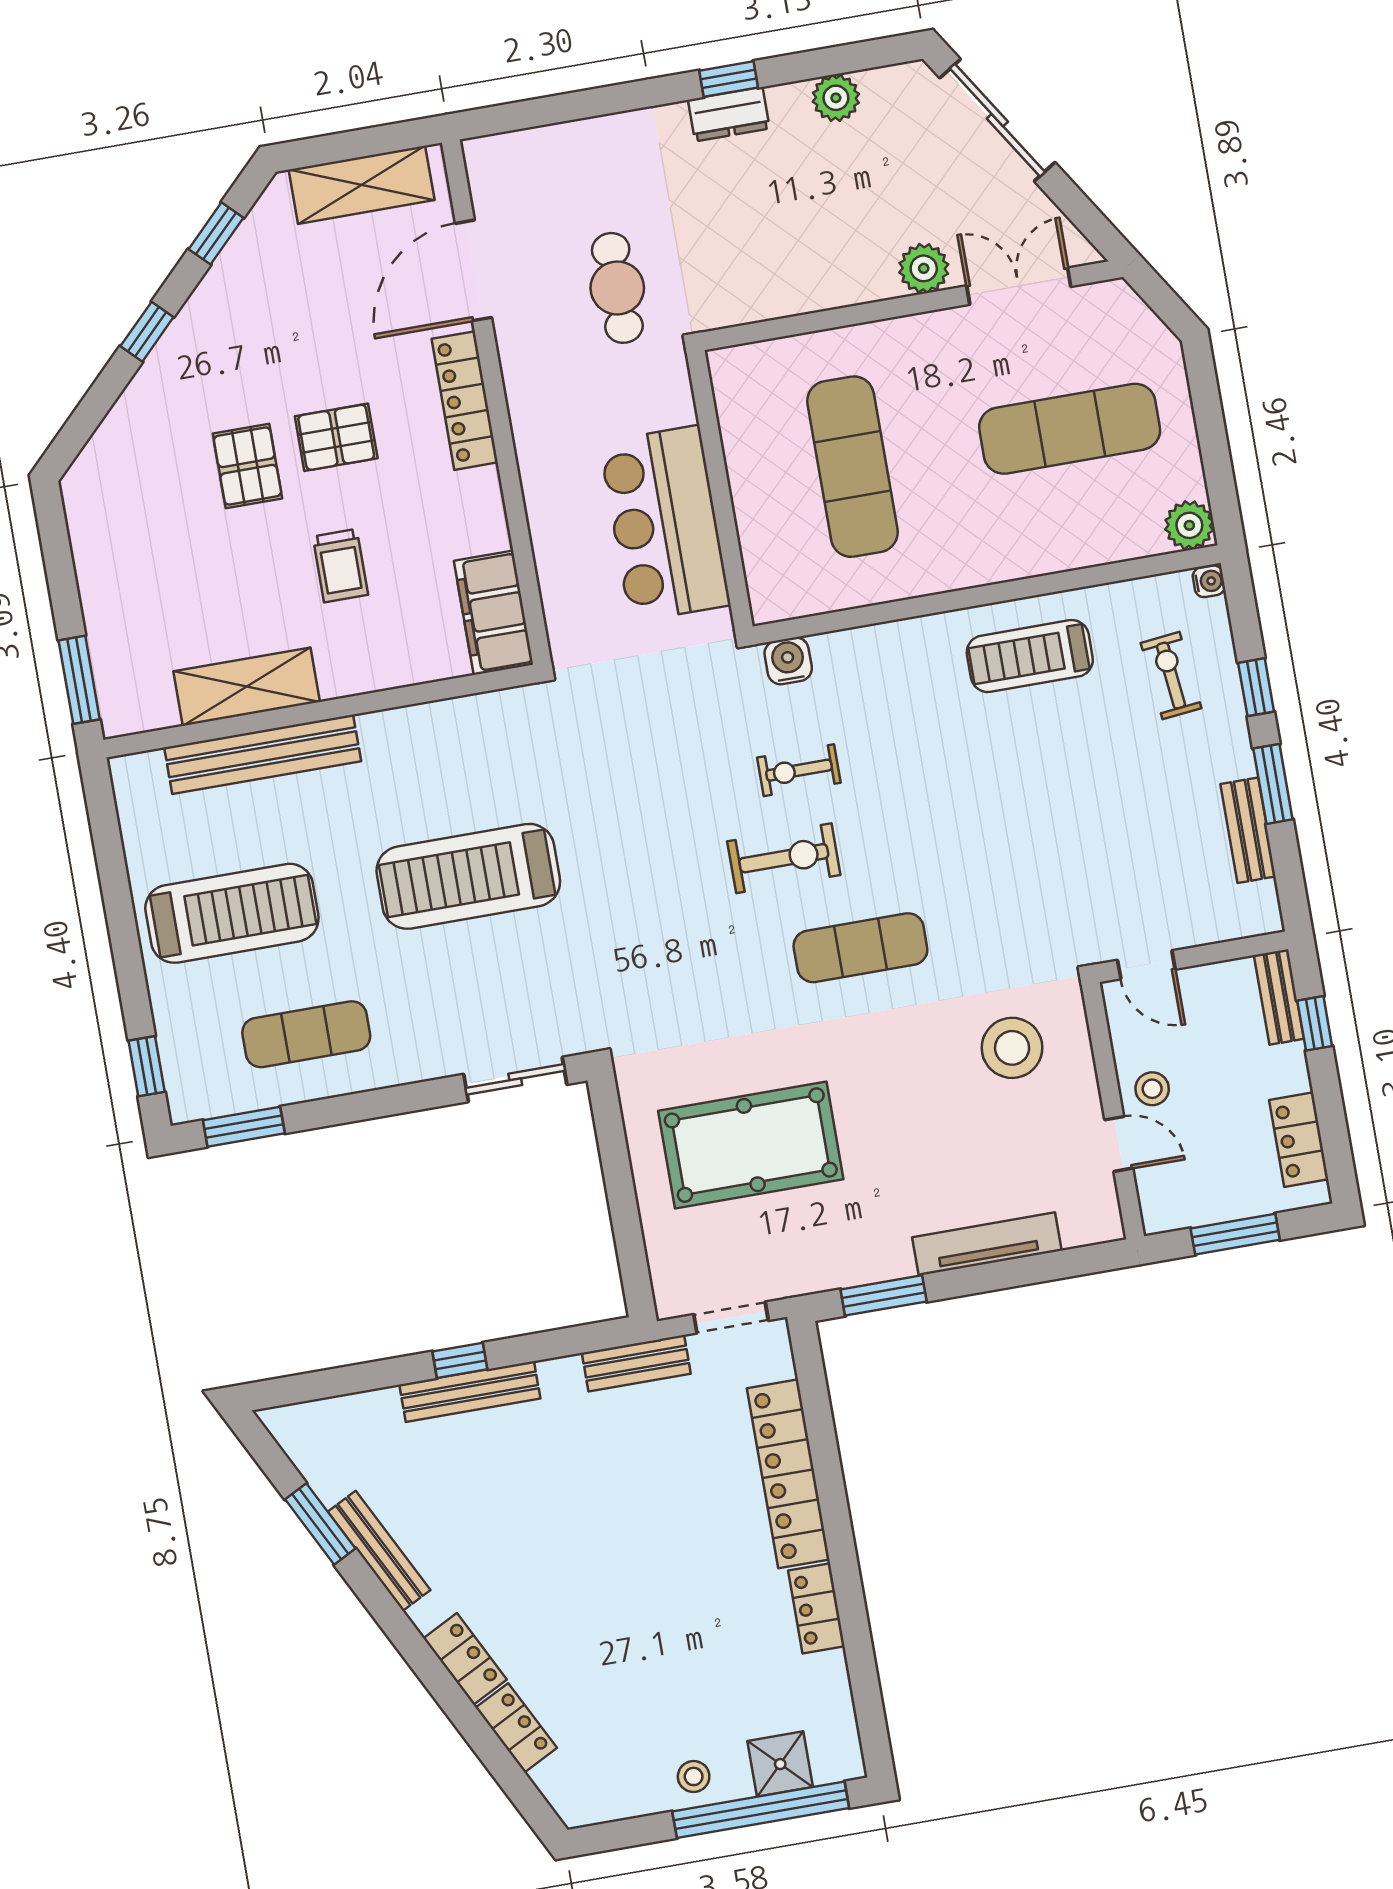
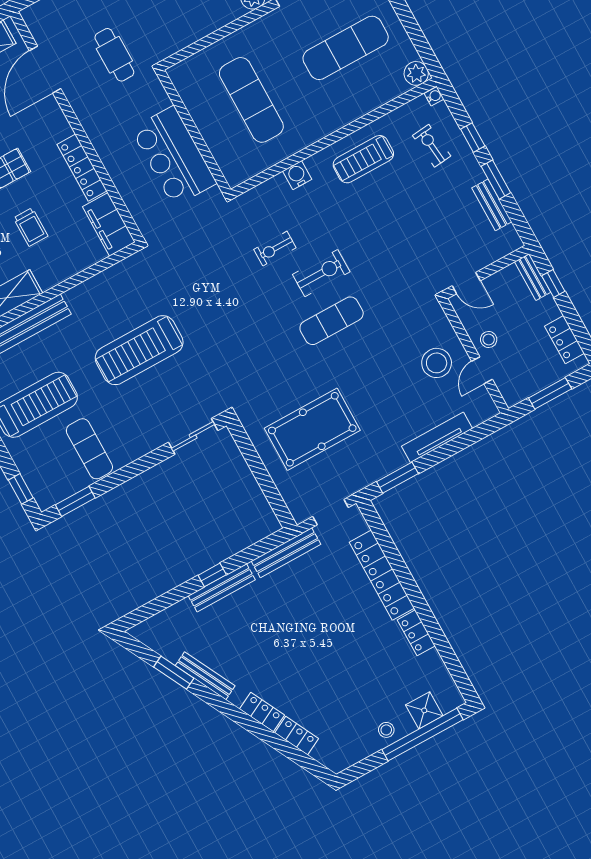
locker: (465, 401) -> (82, 168), moved
water cooler: (788, 661) -> (297, 175), moved
exercise bike: (784, 858) -> (321, 273), moved
exercise mat: (306, 1034) -> (89, 449), turned 90
stool: (1012, 1048) -> (437, 363), moved
door: (1119, 1144) -> (482, 370), swing flipped
bench: (636, 1363) -> (286, 553), width x1.36

